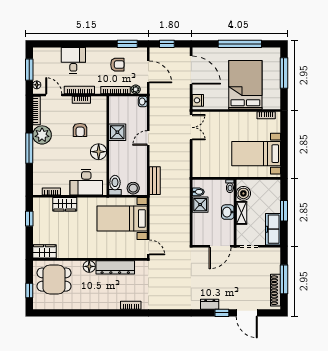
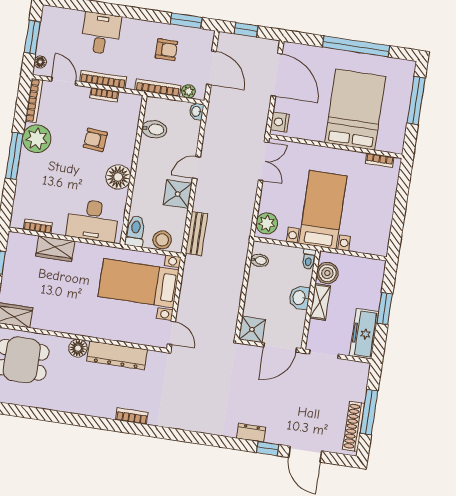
bidet: (117, 117) -> (154, 129), added
armchair: (80, 130) -> (95, 140), turned 95
shower: (117, 132) -> (178, 194), moved
bed with nightstands: (256, 154) -> (323, 210), moved, turned 90
plant: (199, 167) -> (267, 223), added
shower: (200, 205) -> (252, 329), moved

